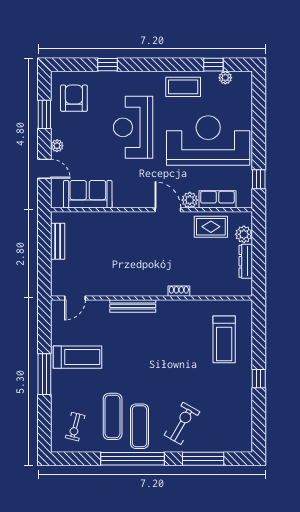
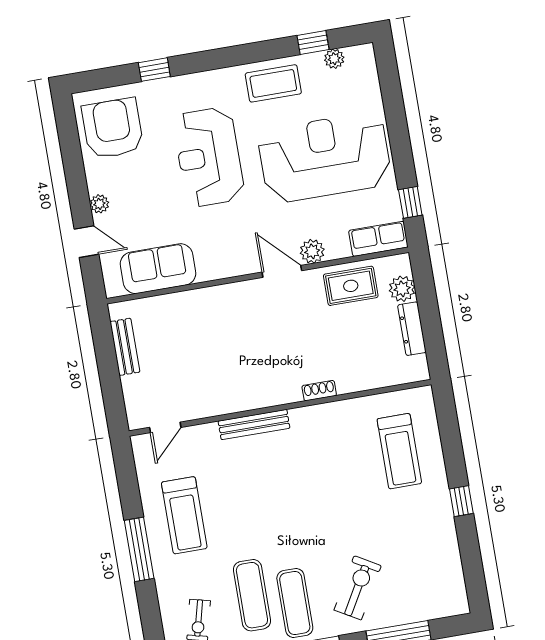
armchair: (74, 98) -> (113, 128), width x1.36, depth x1.36
window: (44, 114) -> (73, 160), removed
row of seats: (217, 199) -> (378, 239), moved
treadmill: (77, 357) -> (184, 515), turned 90

